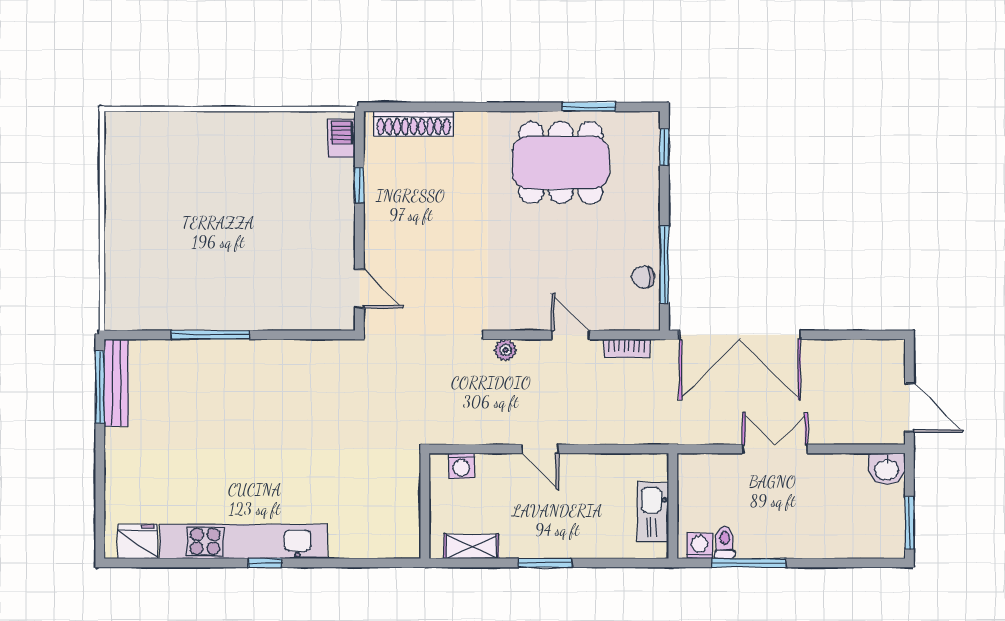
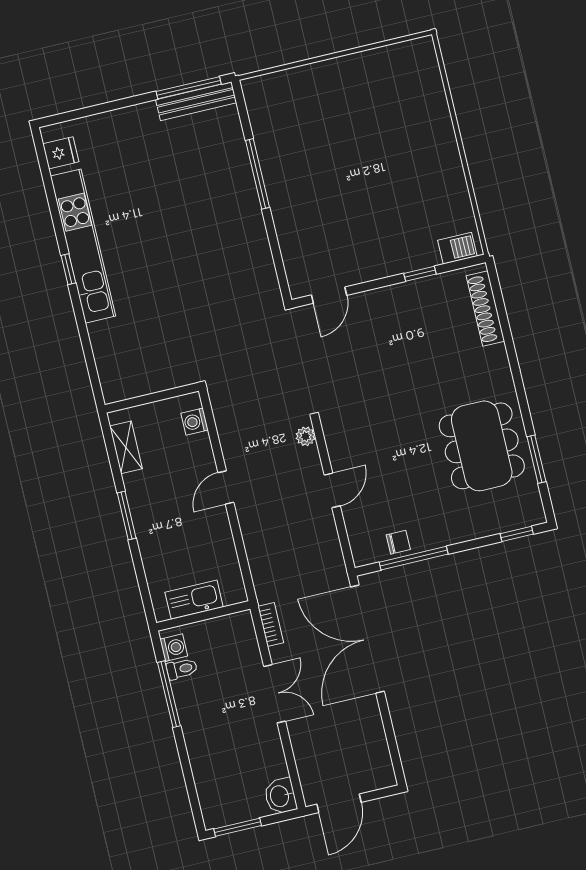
chair: (643, 277) -> (398, 542), turned 90
bookcase: (627, 348) -> (271, 625), moved, turned 180
fridge: (137, 542) -> (61, 153), width x0.72

